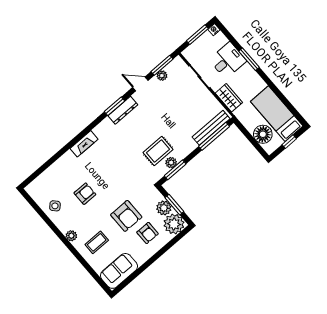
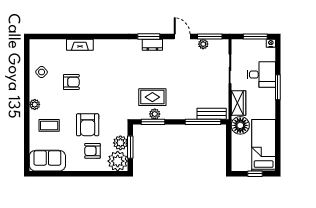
dresser: (123, 110) -> (152, 45), width x0.70
bench: (211, 128) -> (212, 114), width x0.73
floor lamp: (263, 134) -> (240, 125), moved
fireplace: (84, 144) -> (80, 45), moved
armchair: (148, 233) -> (92, 151), turned 90

